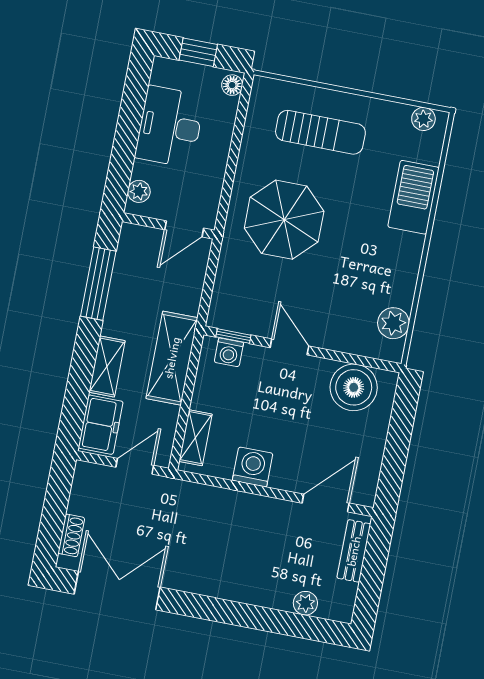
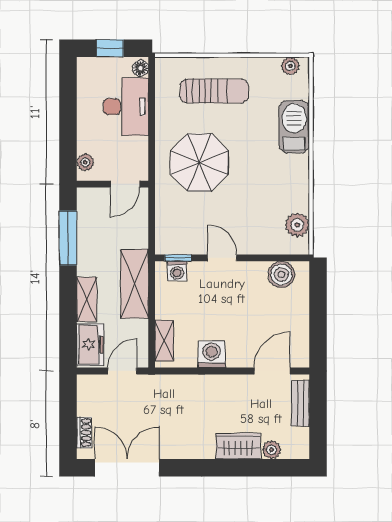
desk: (170, 127) -> (126, 107), moved, turned 180
boiler: (354, 387) -> (281, 274), width x0.73, depth x0.73
wardrobe: (264, 590) -> (238, 446), added

